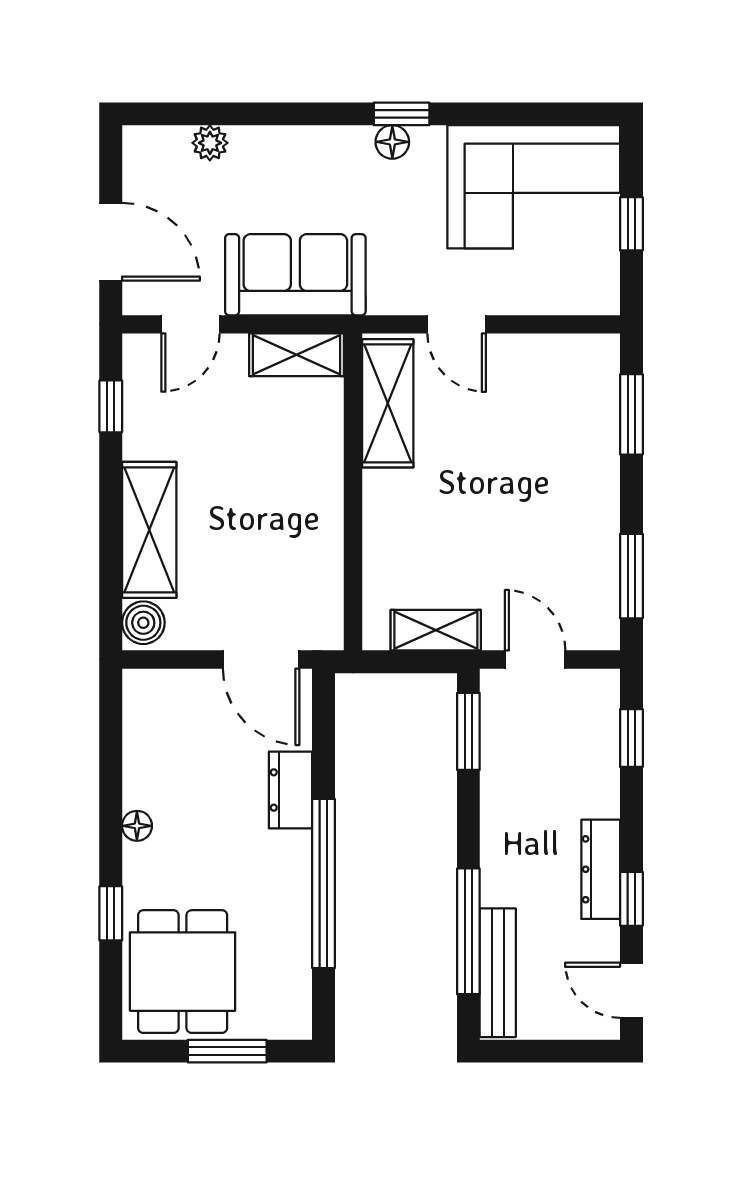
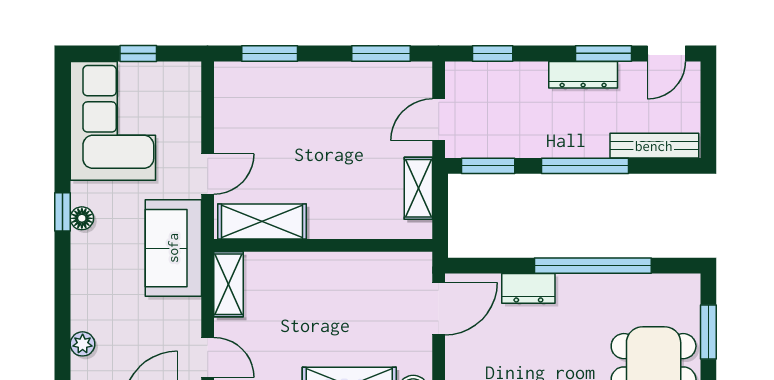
sofa: (295, 275) -> (173, 248), moved
window: (631, 899) -> (603, 53), width x1.50
window: (468, 931) -> (585, 166), moved

